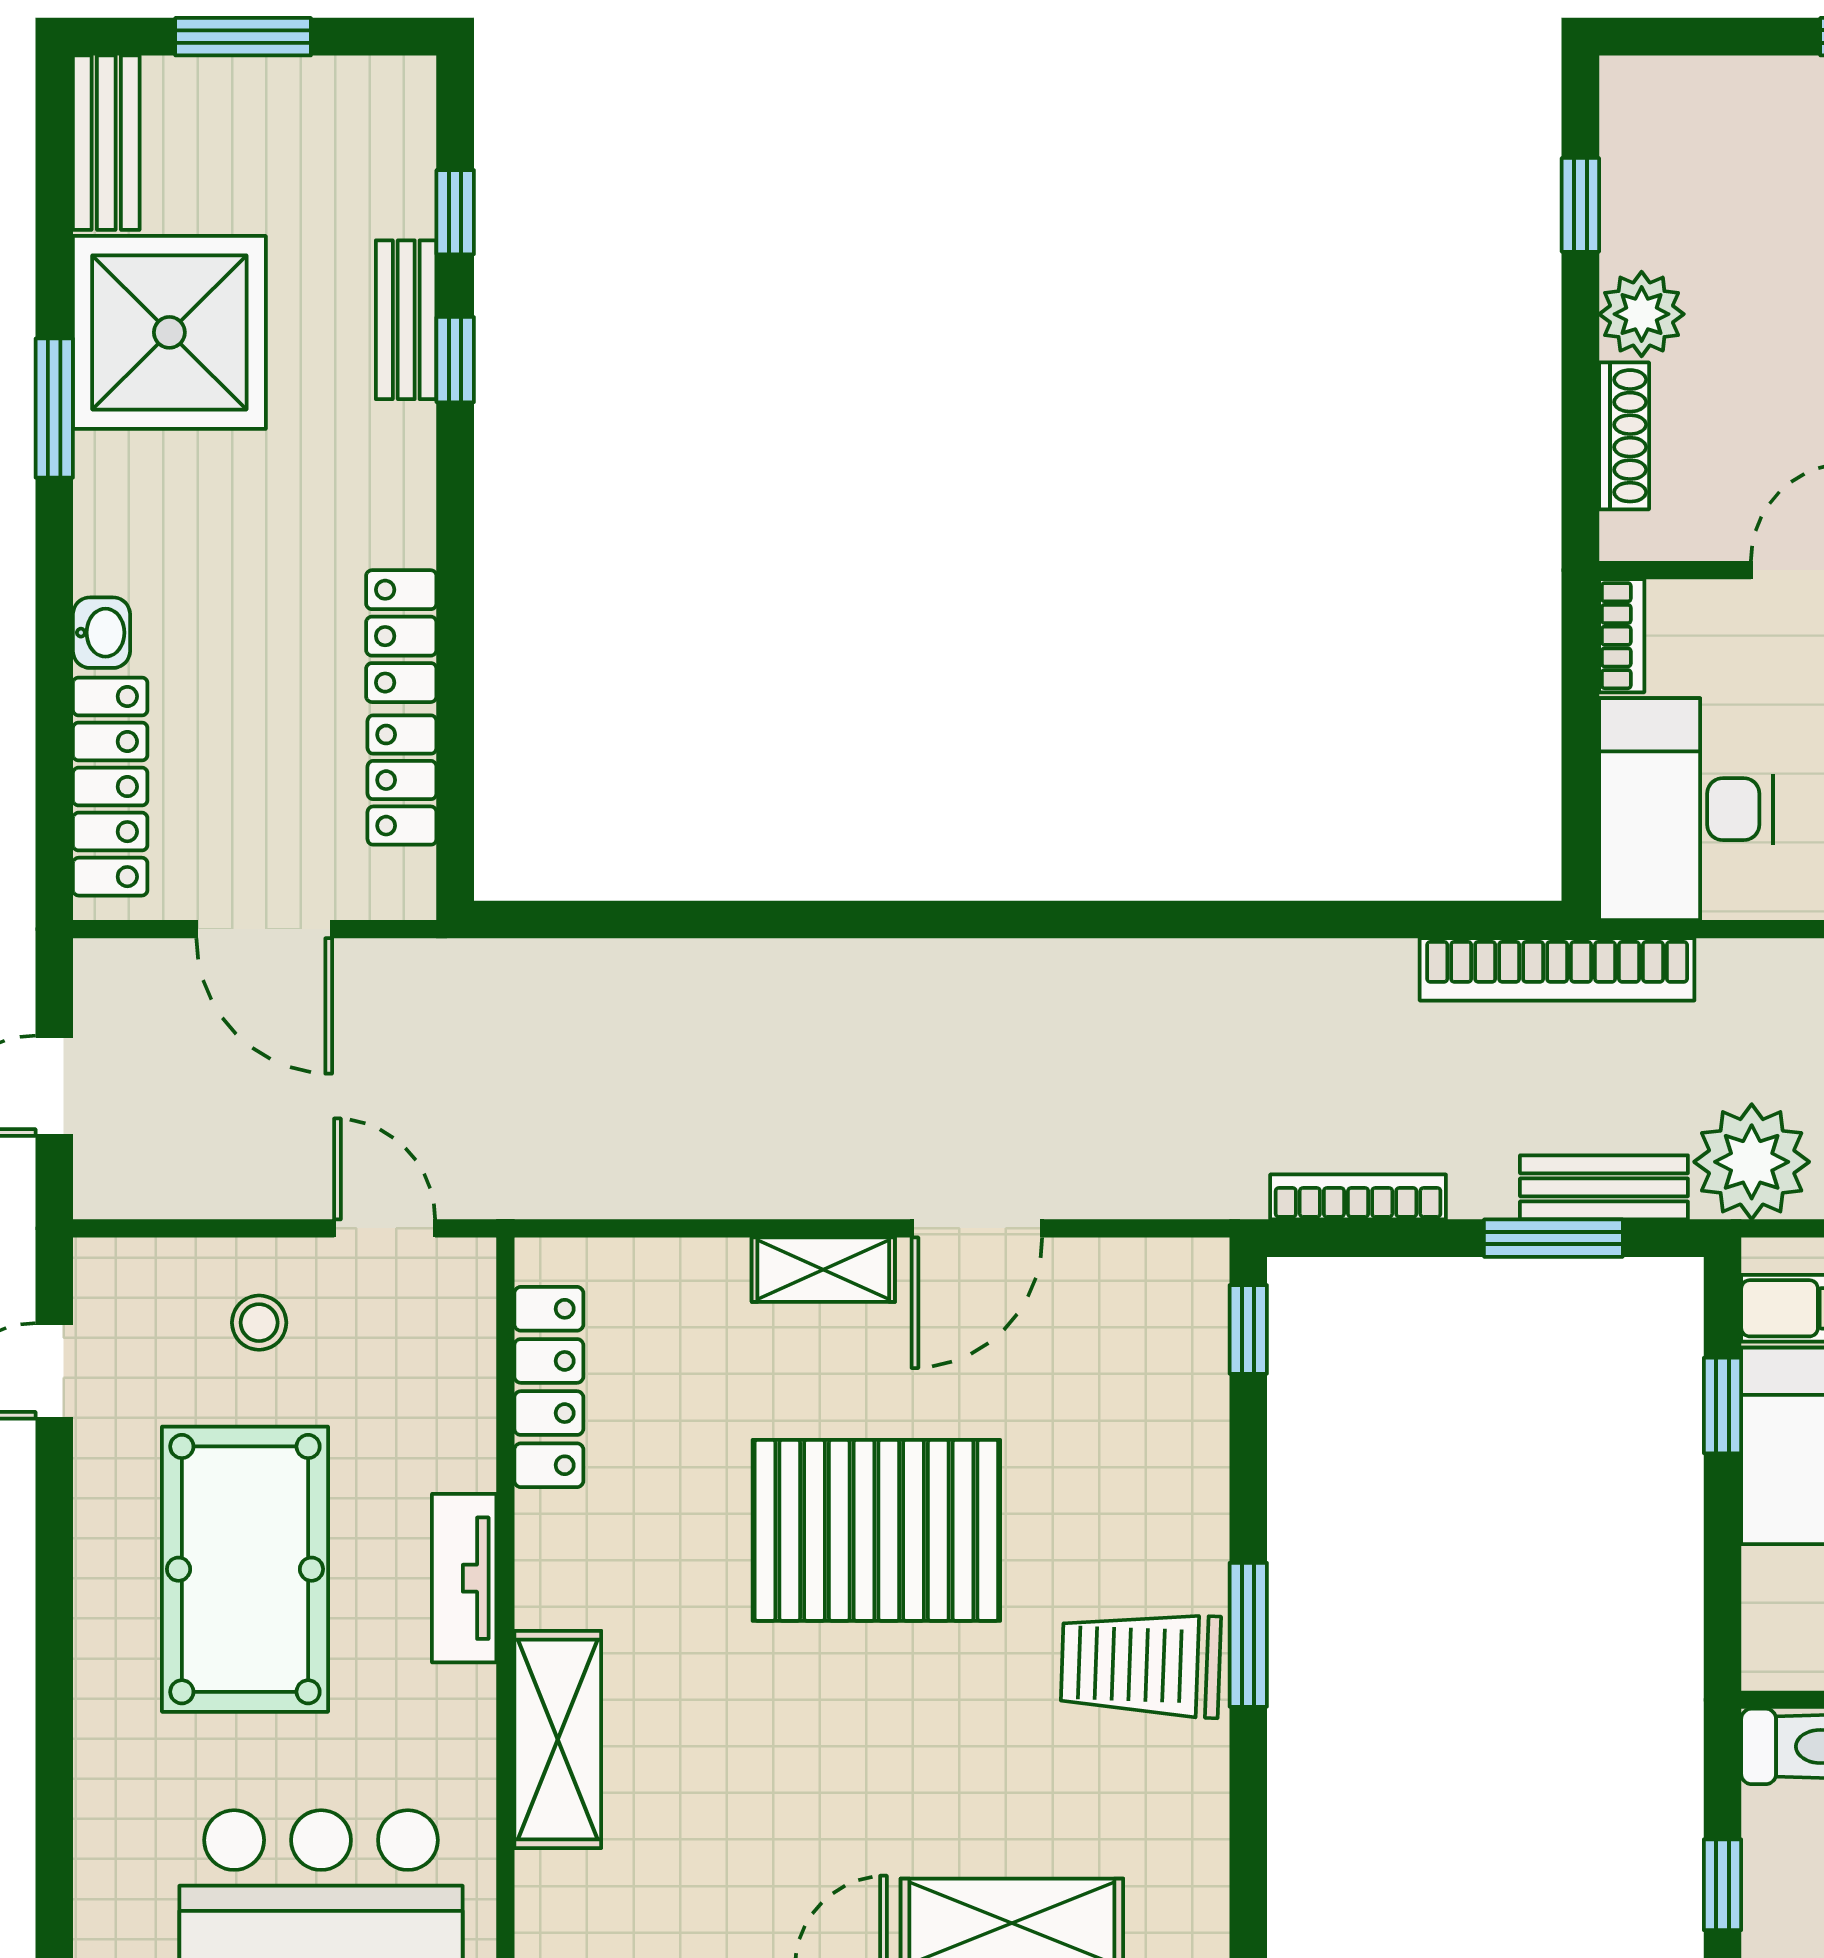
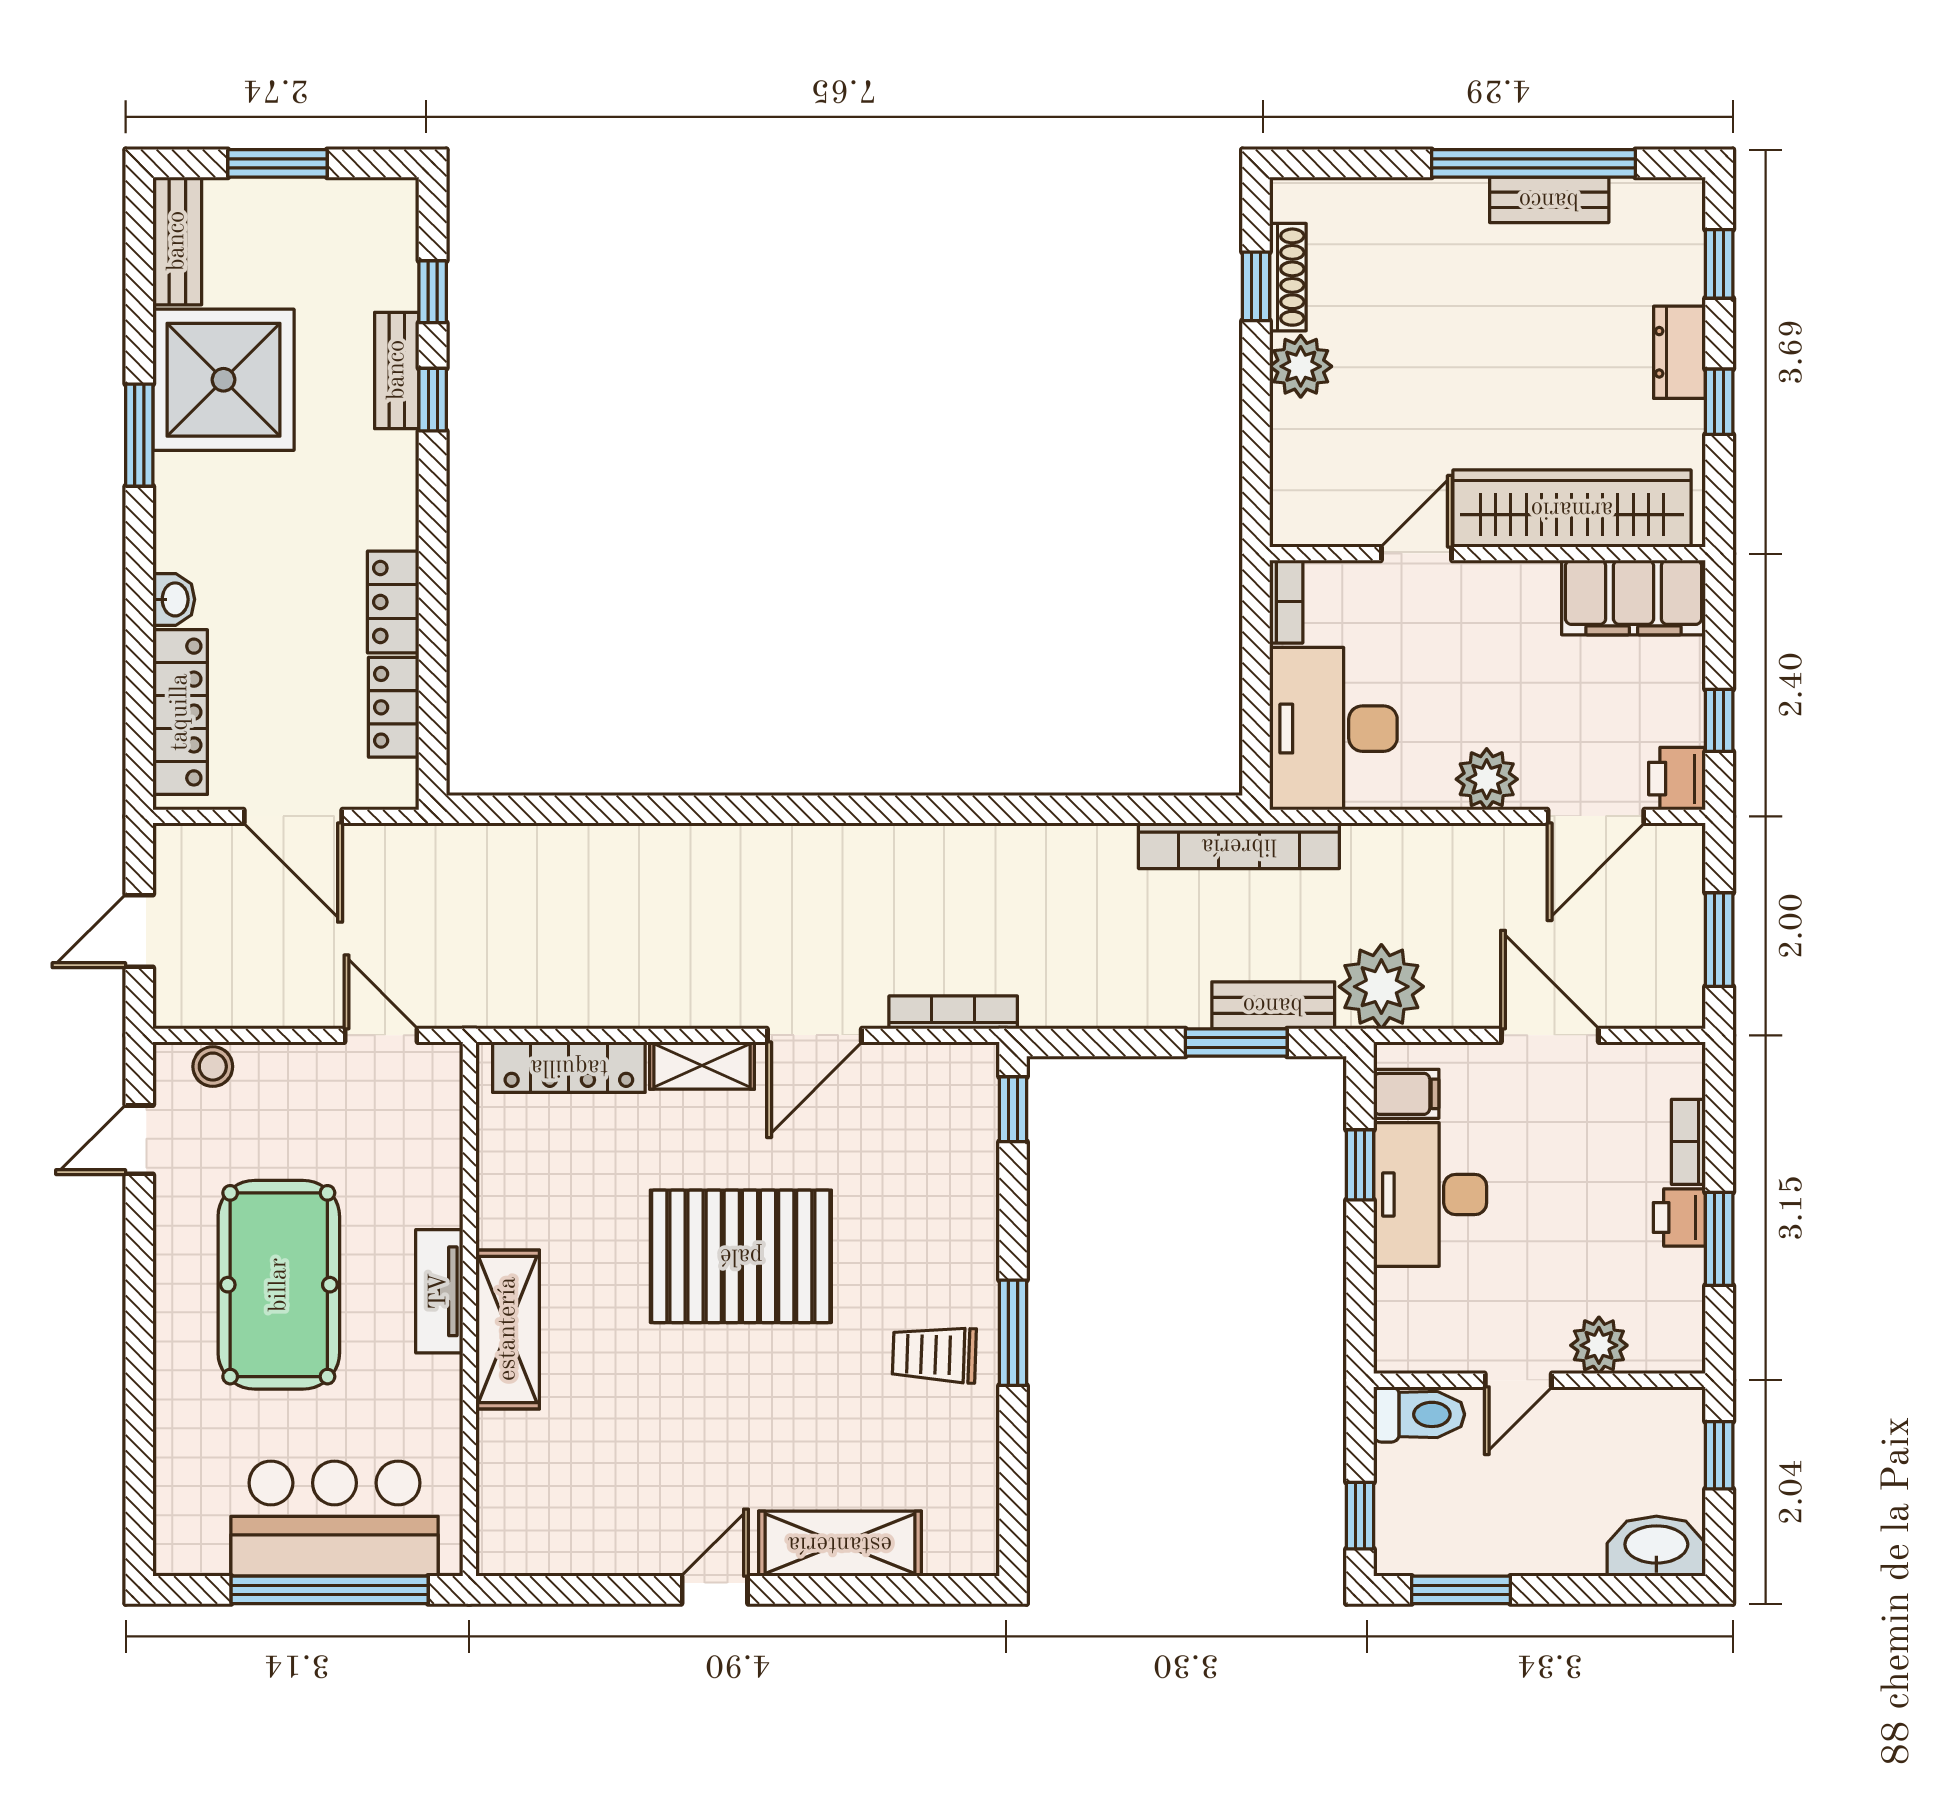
shoe rack: (1624, 436) -> (1288, 277), moved
bookcase: (1358, 1197) -> (953, 1012), moved
stool: (259, 1323) -> (213, 1067), moved
locker: (549, 1387) -> (569, 1067), moved, turned 90
trolley: (1141, 1665) -> (934, 1355), width x0.73, depth x0.72
shelving: (558, 1739) -> (508, 1329), moved

